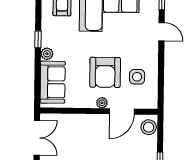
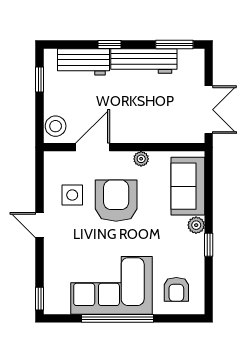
door: (161, 32) -> (39, 225), moved
plant: (102, 103) -> (141, 159), moved
double door: (37, 138) -> (209, 110), swing flipped

